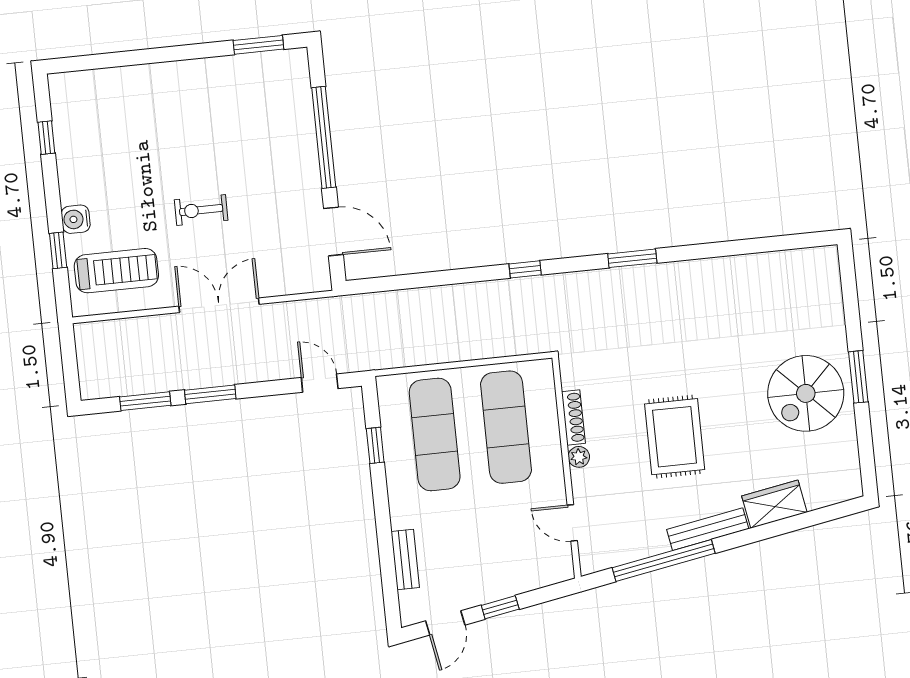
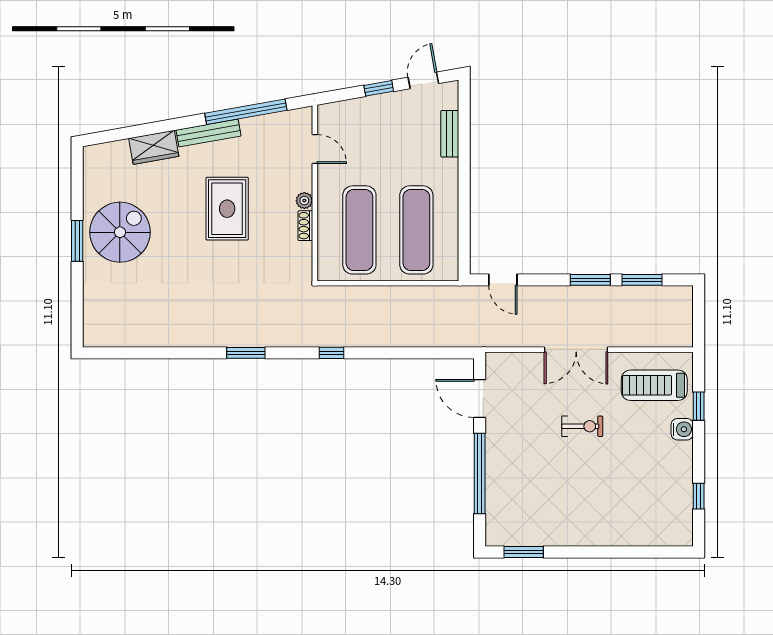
shoe rack: (573, 417) -> (305, 226), width x0.70
window: (375, 445) -> (464, 226), removed

